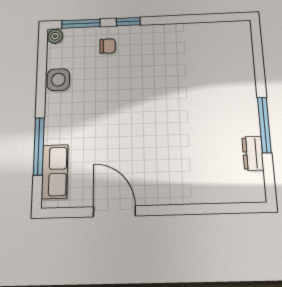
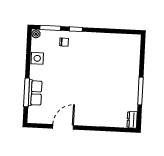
dresser: (253, 153) -> (132, 120), moved
row of seats: (55, 171) -> (35, 93), moved
door: (114, 211) -> (63, 127), hinge flipped

